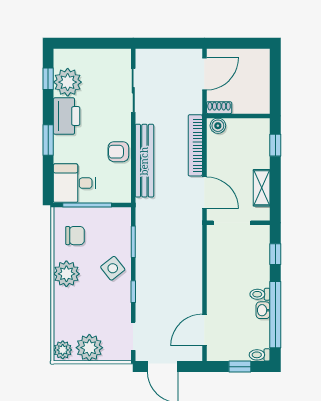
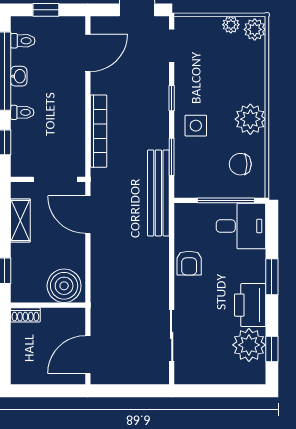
shoe rack: (219, 108) -> (25, 315), moved
boiler: (218, 126) -> (64, 286), width x1.86, depth x1.86
bookcase: (195, 145) -> (99, 131), moved
armchair: (118, 152) -> (189, 263), turned 90
bench: (144, 161) -> (158, 193), moved
side table: (113, 268) -> (196, 126), turned 38
toilet: (260, 294) -> (22, 112), moved
plant: (89, 348) -> (231, 25), width x0.53, depth x0.53
toilet: (260, 355) -> (23, 41), moved

